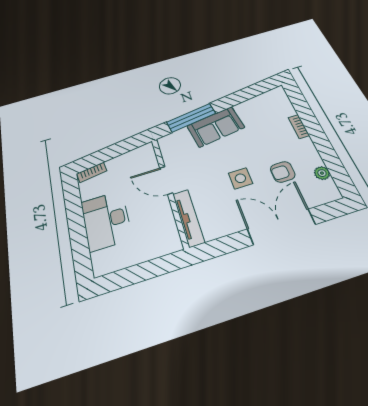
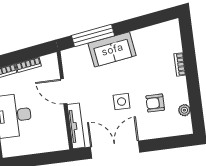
bookcase: (120, 160) -> (28, 65), added
double door: (281, 227) -> (115, 150), moved

